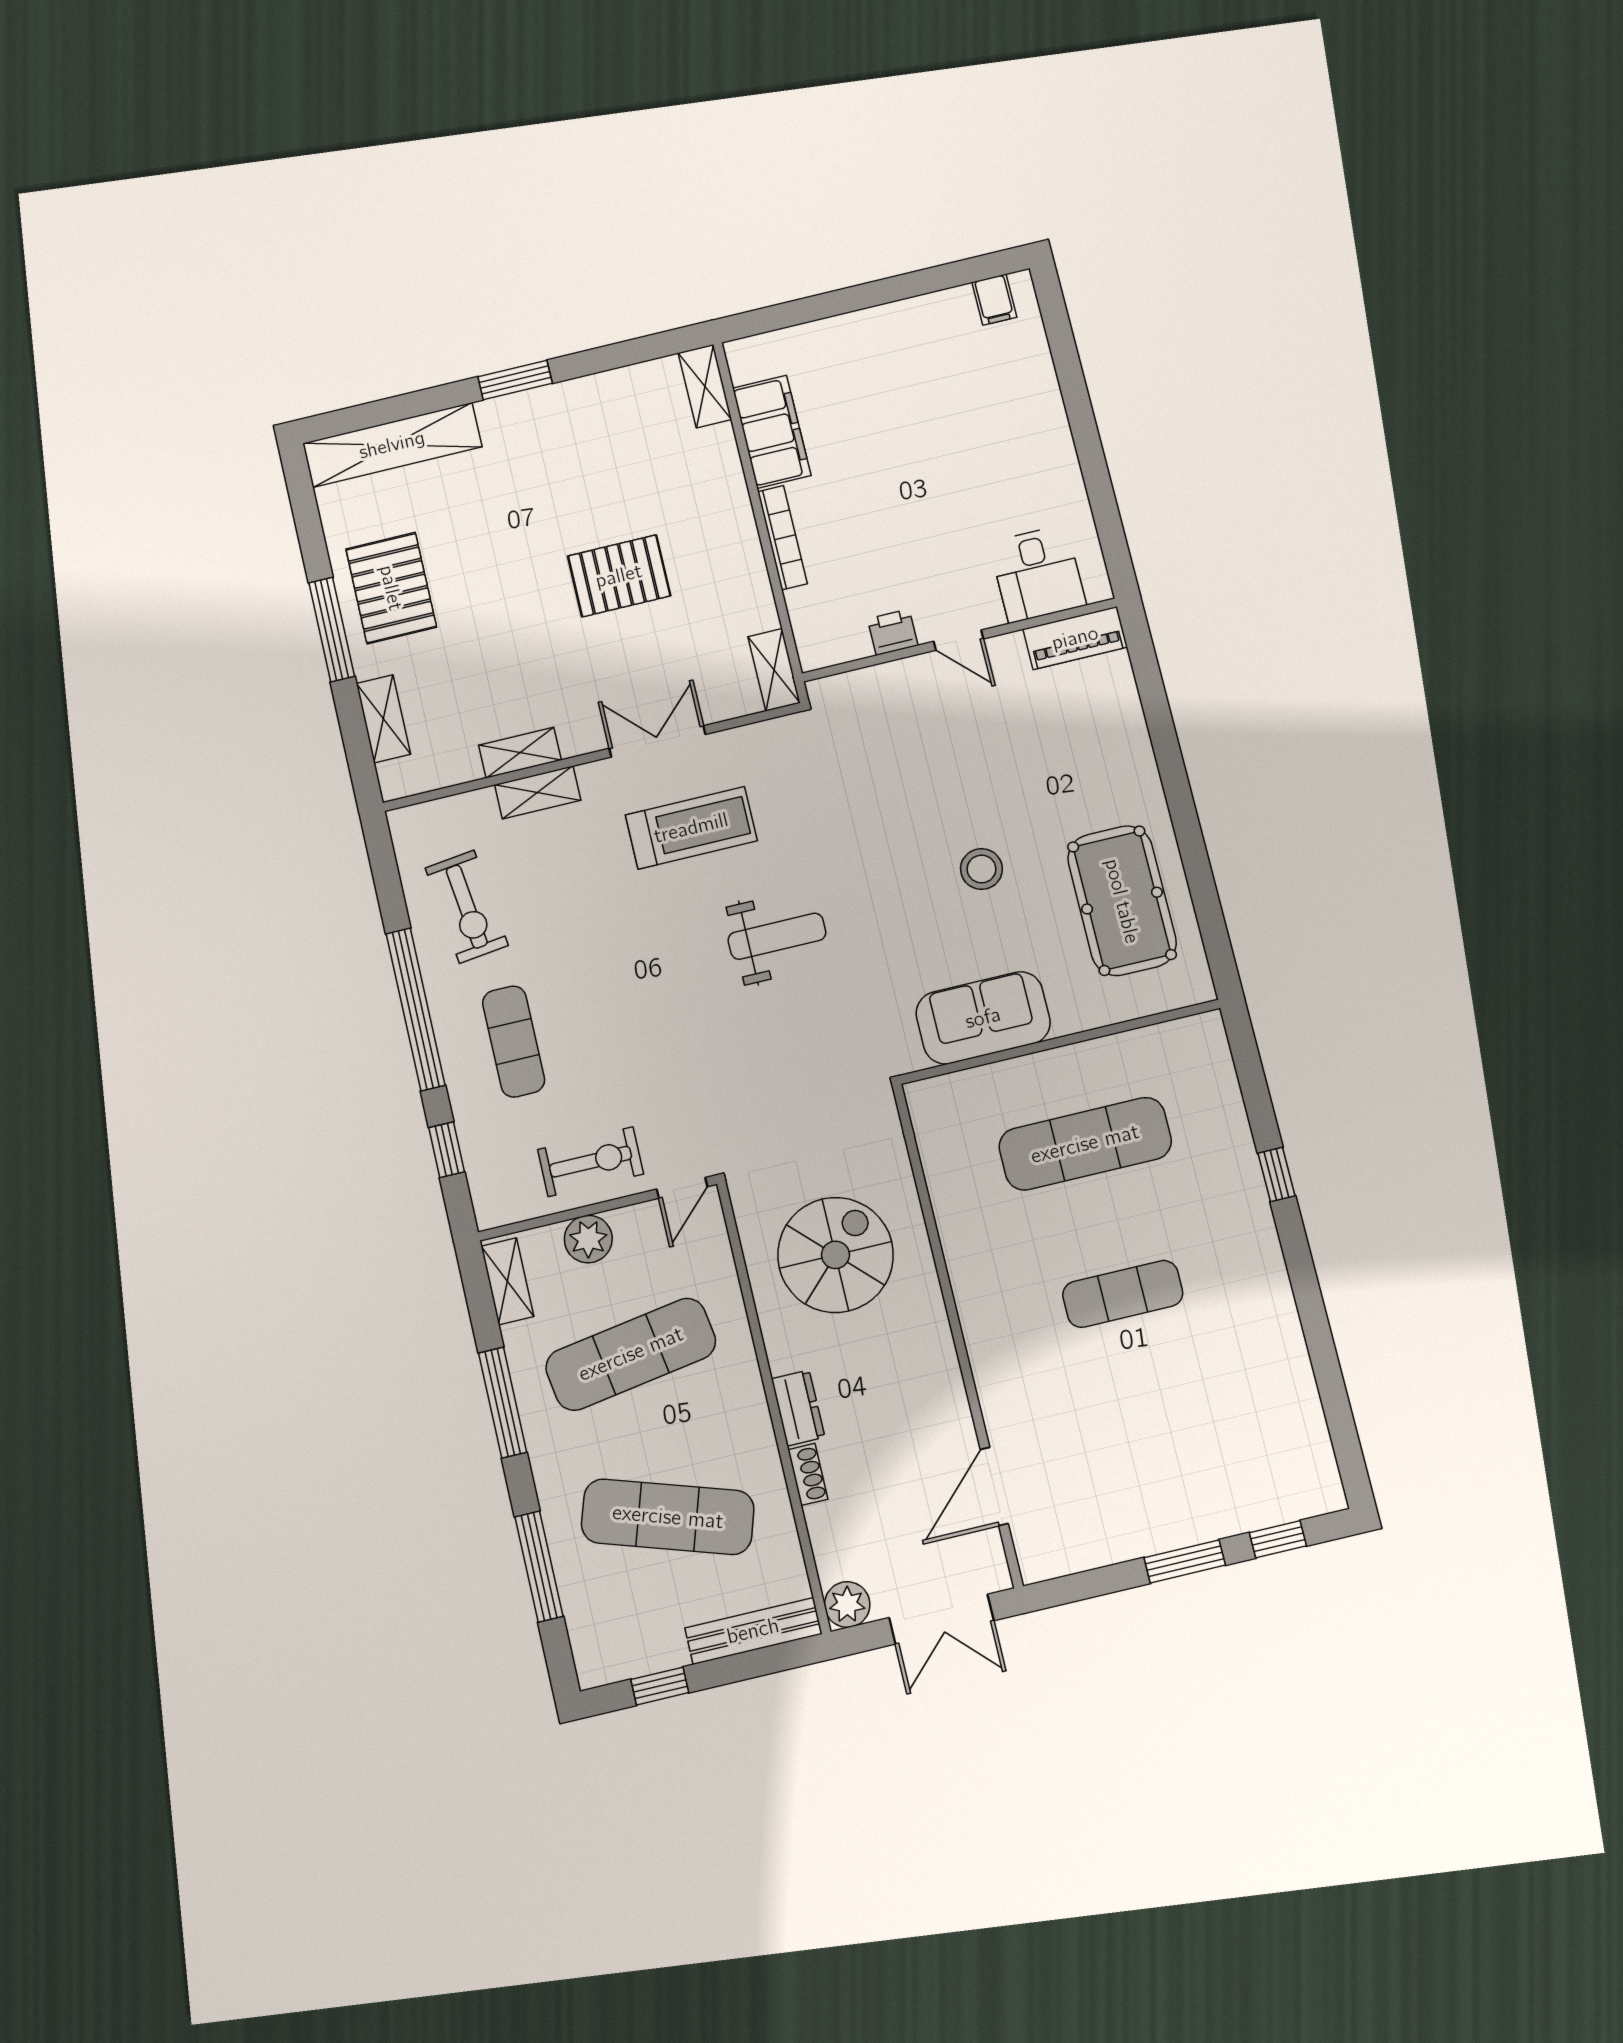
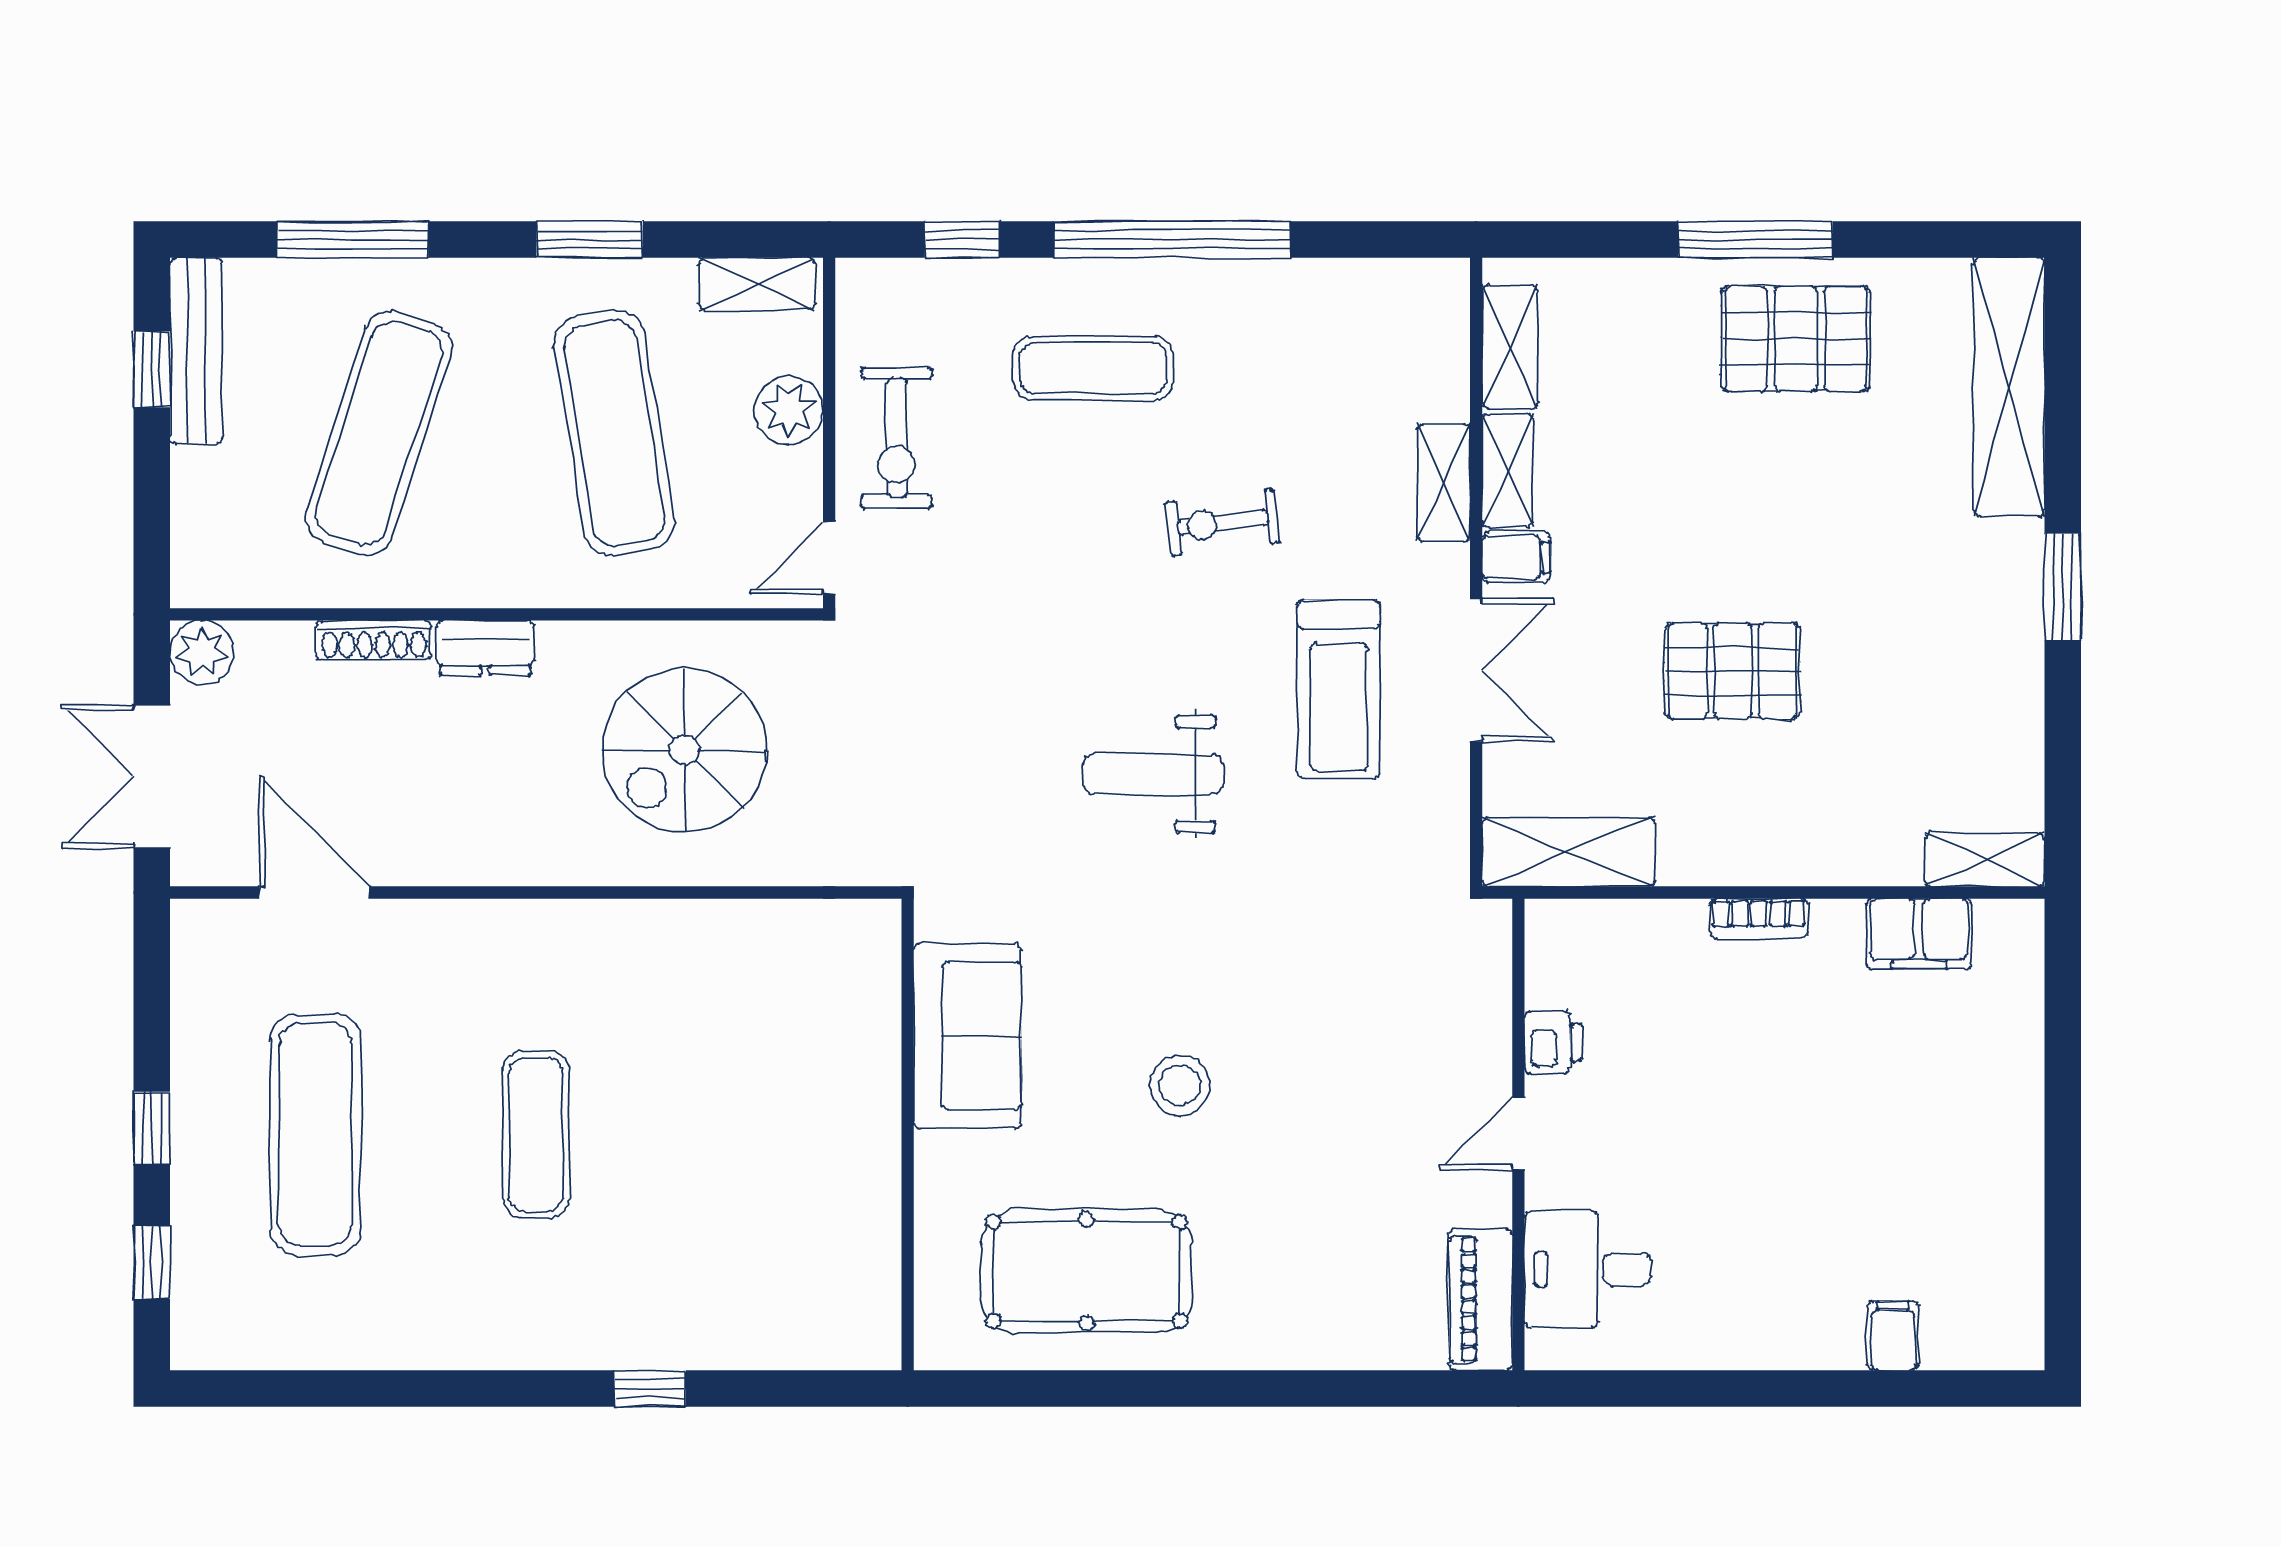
filing cabinet: (994, 300) -> (1893, 1336), moved, turned 90
filing cabinet: (772, 432) -> (1919, 934), width x0.67, depth x0.86
bookcase: (782, 538) -> (1759, 918), width x0.64
pallet: (619, 576) -> (1733, 671), turned 90
shelving: (774, 670) -> (1569, 852), width x1.50, depth x1.33
shelving: (383, 719) -> (1510, 347), moved, turned 90
filing cabinet: (576, 733) -> (1516, 557), added
exercise bike: (467, 907) -> (1223, 522), moved, width x0.73, depth x0.72
weight bench: (777, 936) -> (1153, 774), turned 90
exercise mat: (1085, 1144) -> (315, 1134), moved
door: (682, 1188) -> (829, 558), hinge flipped
spiral stairs: (835, 1255) -> (684, 750), turned 90
window: (503, 1403) -> (590, 239), width x0.69
shoe rack: (808, 1474) -> (374, 640), width x1.43
window: (1185, 1561) -> (152, 1128), width x0.67
bench: (753, 1631) -> (196, 351), moved

